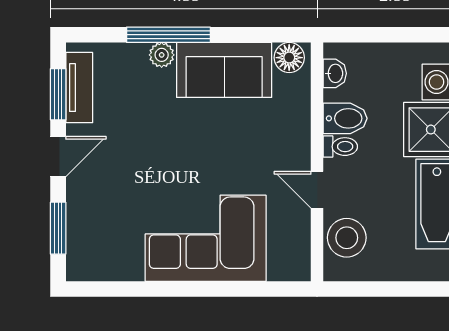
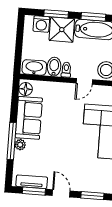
washbasin: (335, 73) -> (34, 67), width x1.91, depth x1.45

